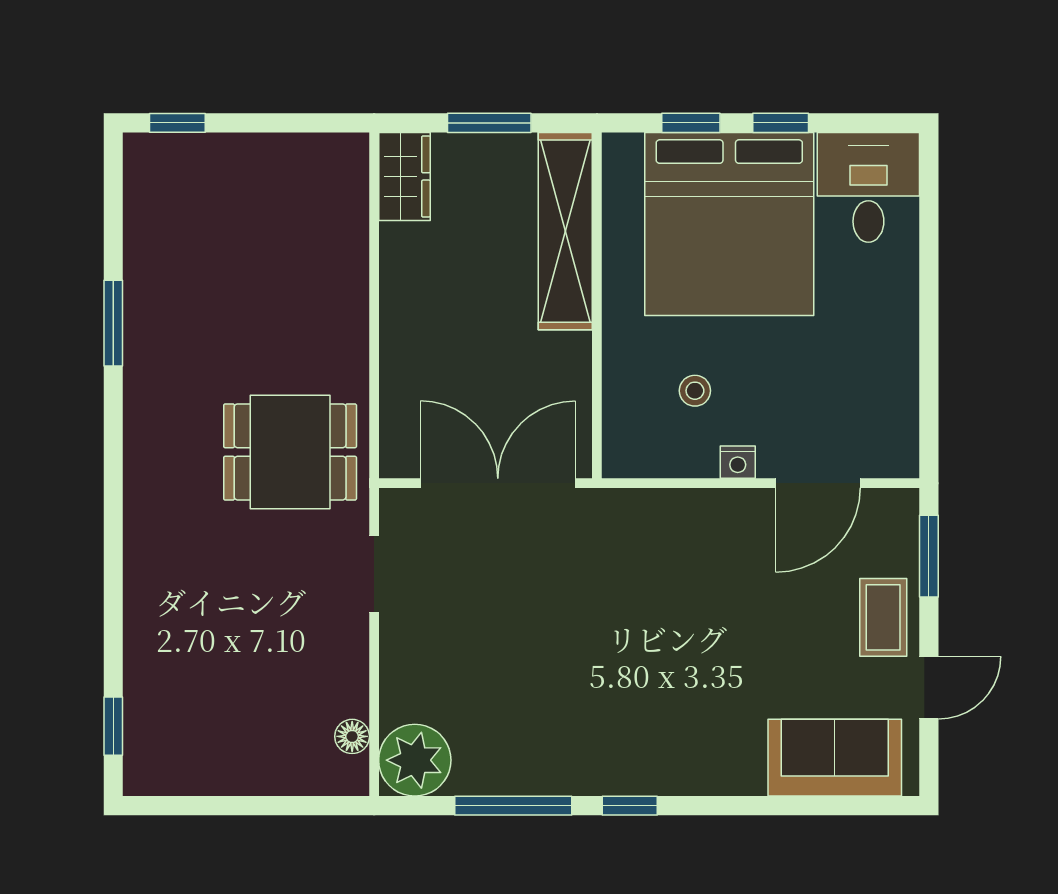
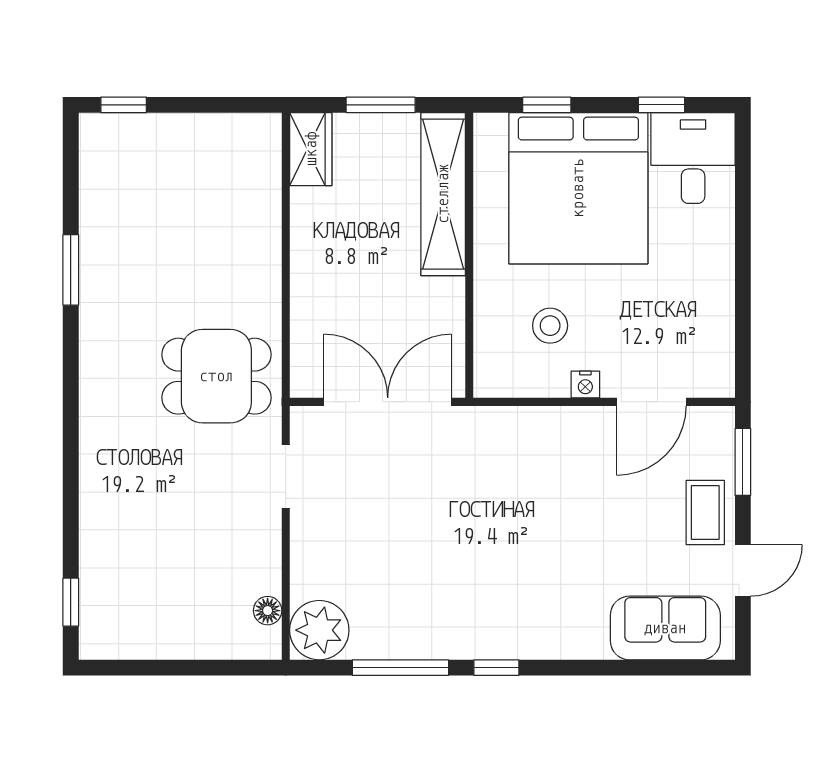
window: (781, 123) -> (661, 105), moved
stool: (695, 391) -> (550, 326), width x1.37, depth x1.37

